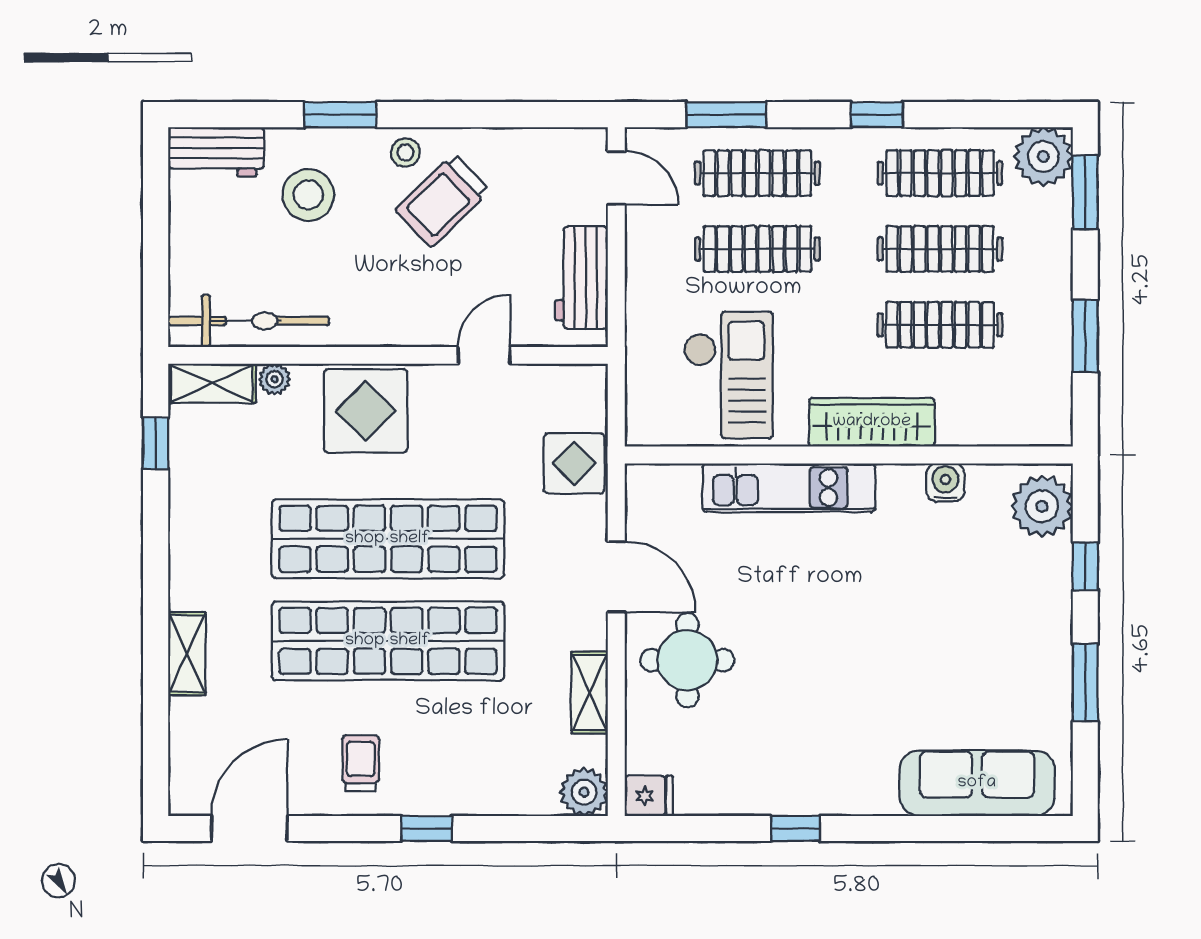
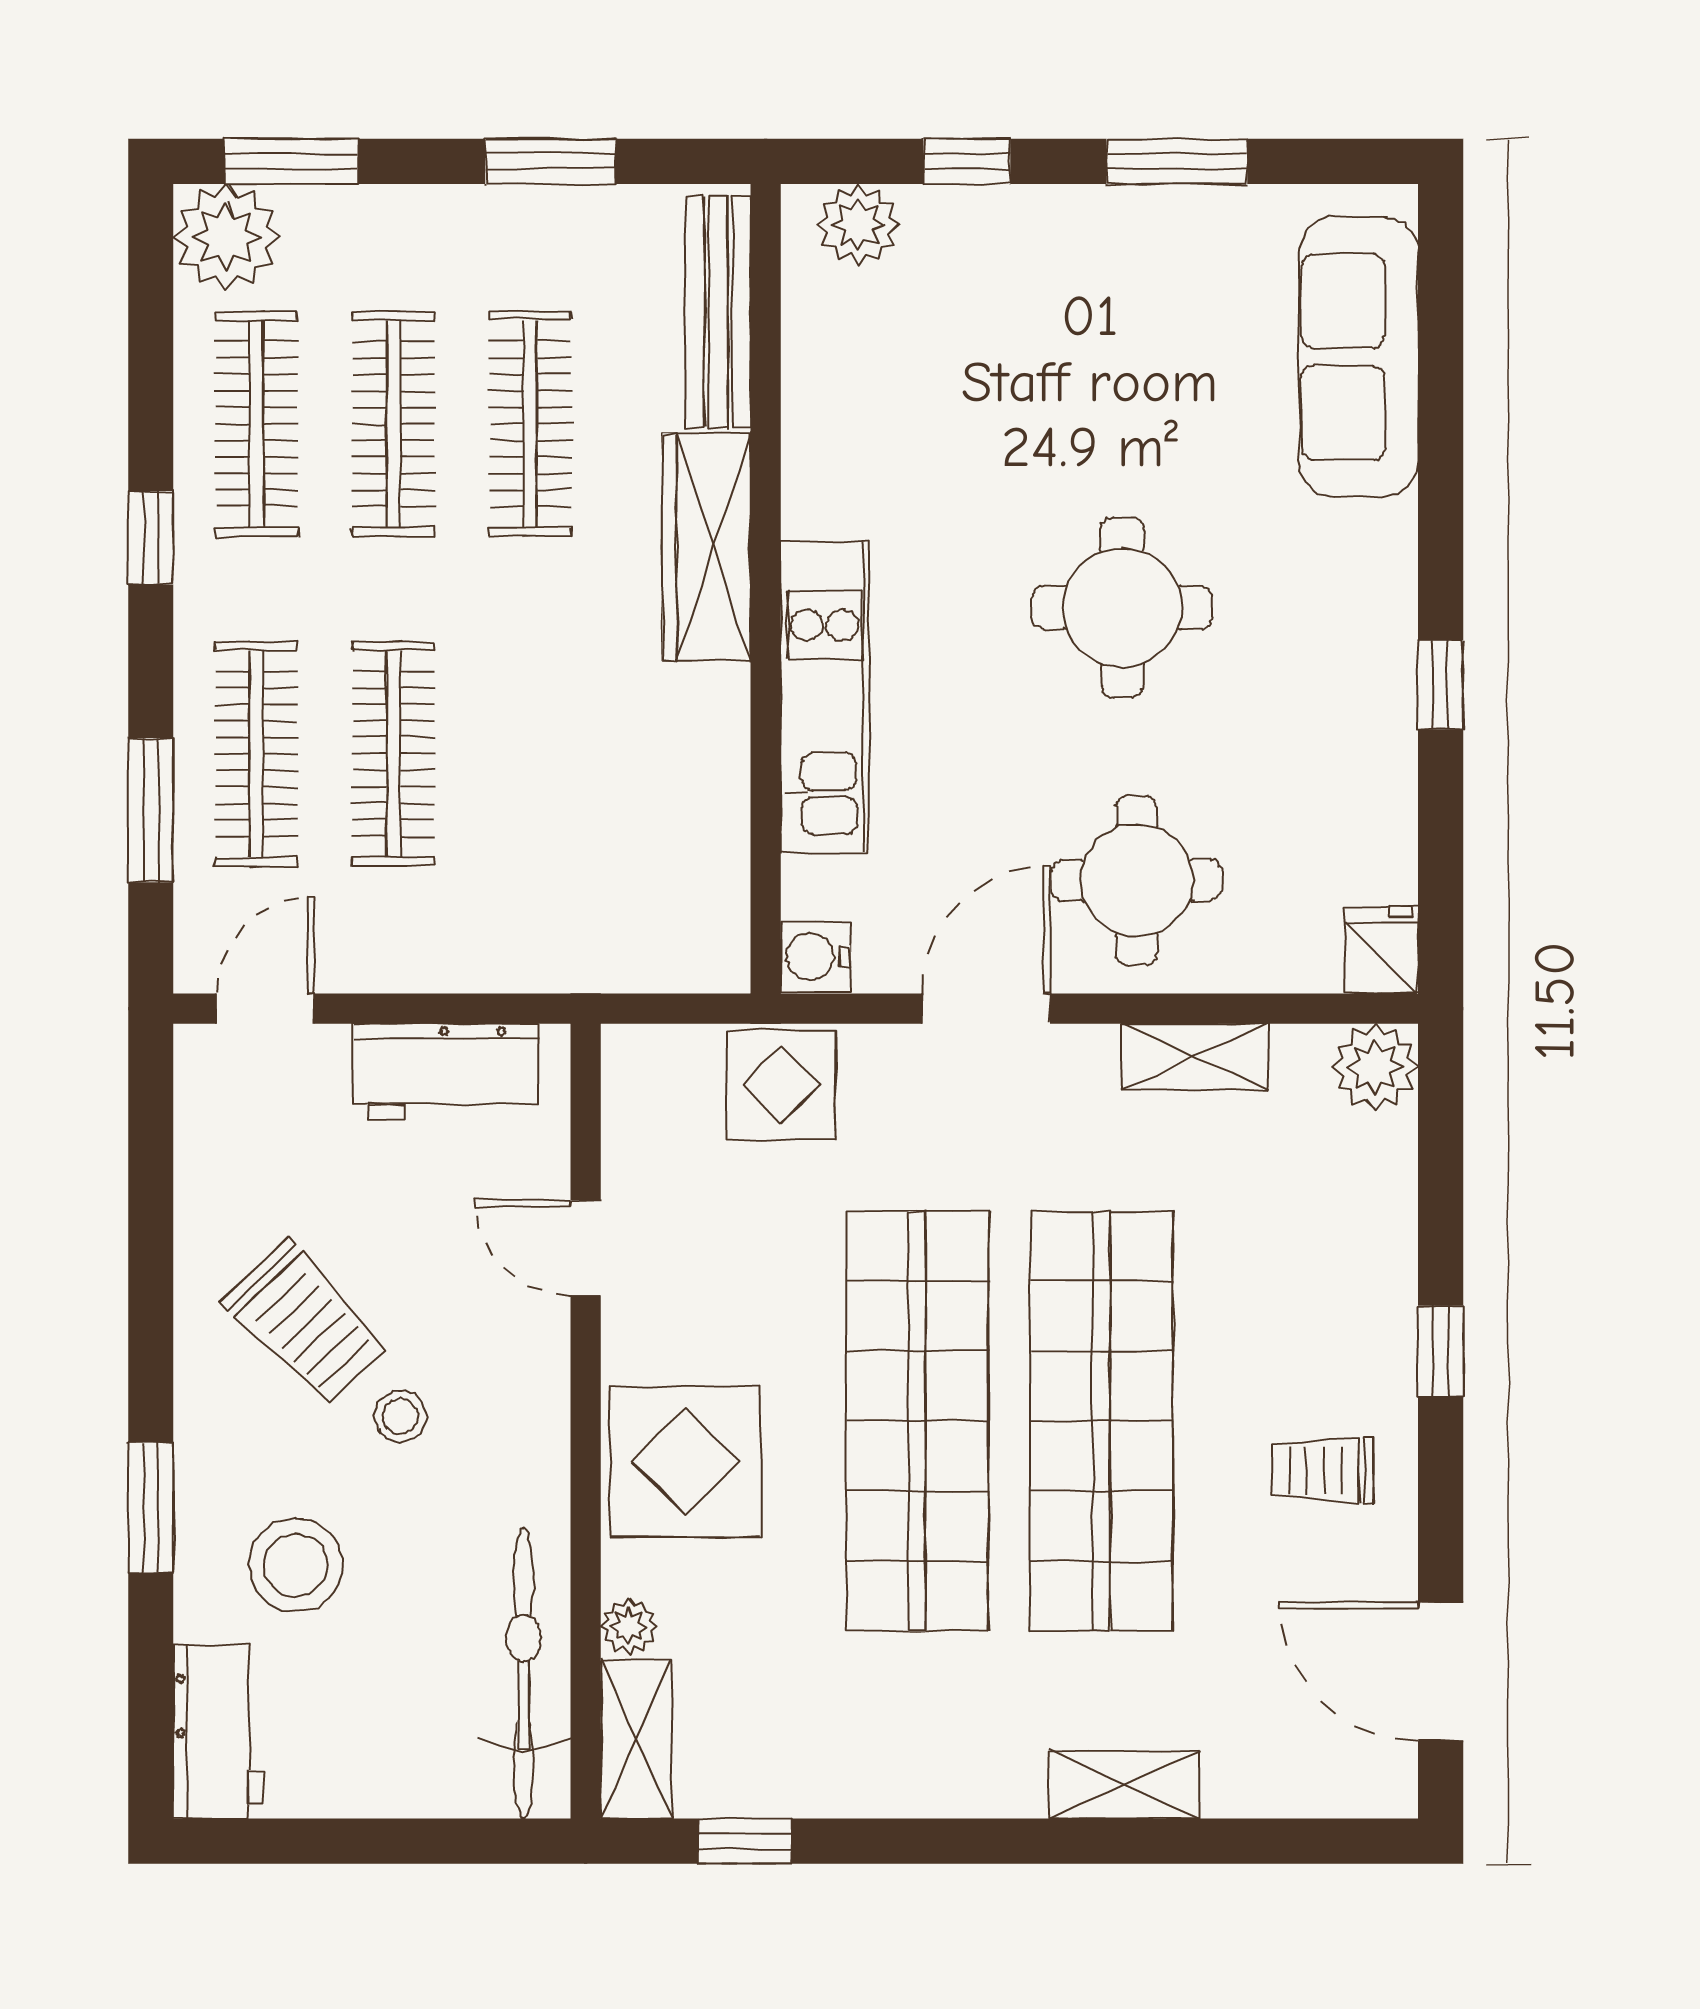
stool: (405, 152) -> (400, 1416), moved
checkout: (728, 375) -> (621, 806), removed
bench: (1002, 429) -> (718, 312), added
water cooler: (945, 482) -> (815, 957), moved
plant: (1042, 506) -> (858, 225), width x0.73, depth x0.73
round table: (838, 652) -> (1122, 607), added

